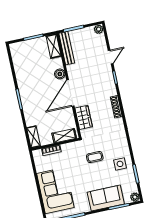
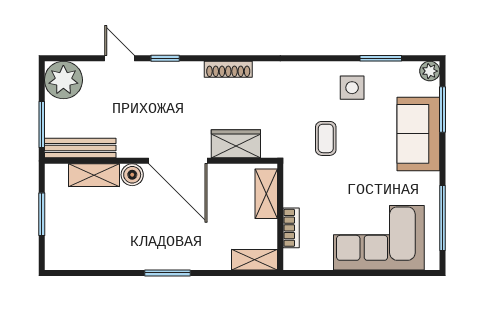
plant: (99, 29) -> (63, 80), width x1.88, depth x1.88
shelving: (54, 46) -> (94, 175), moved

